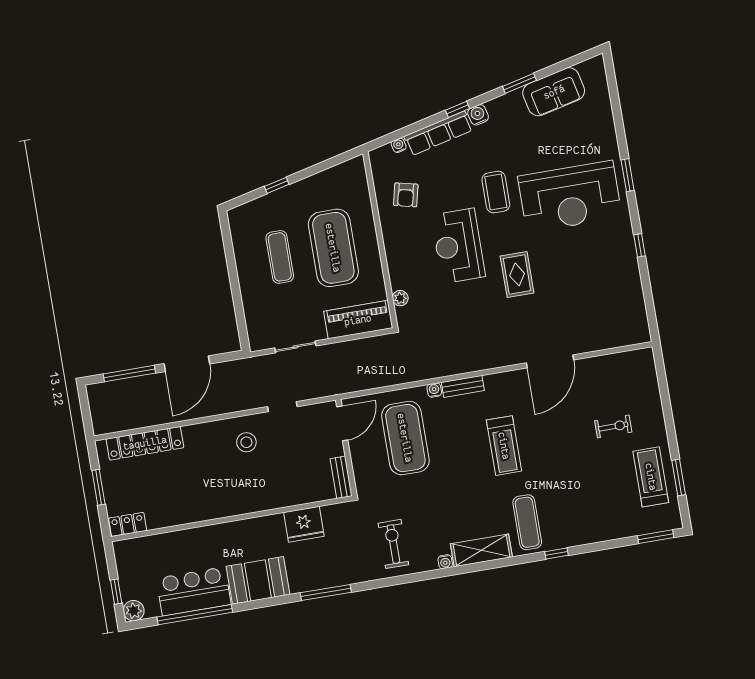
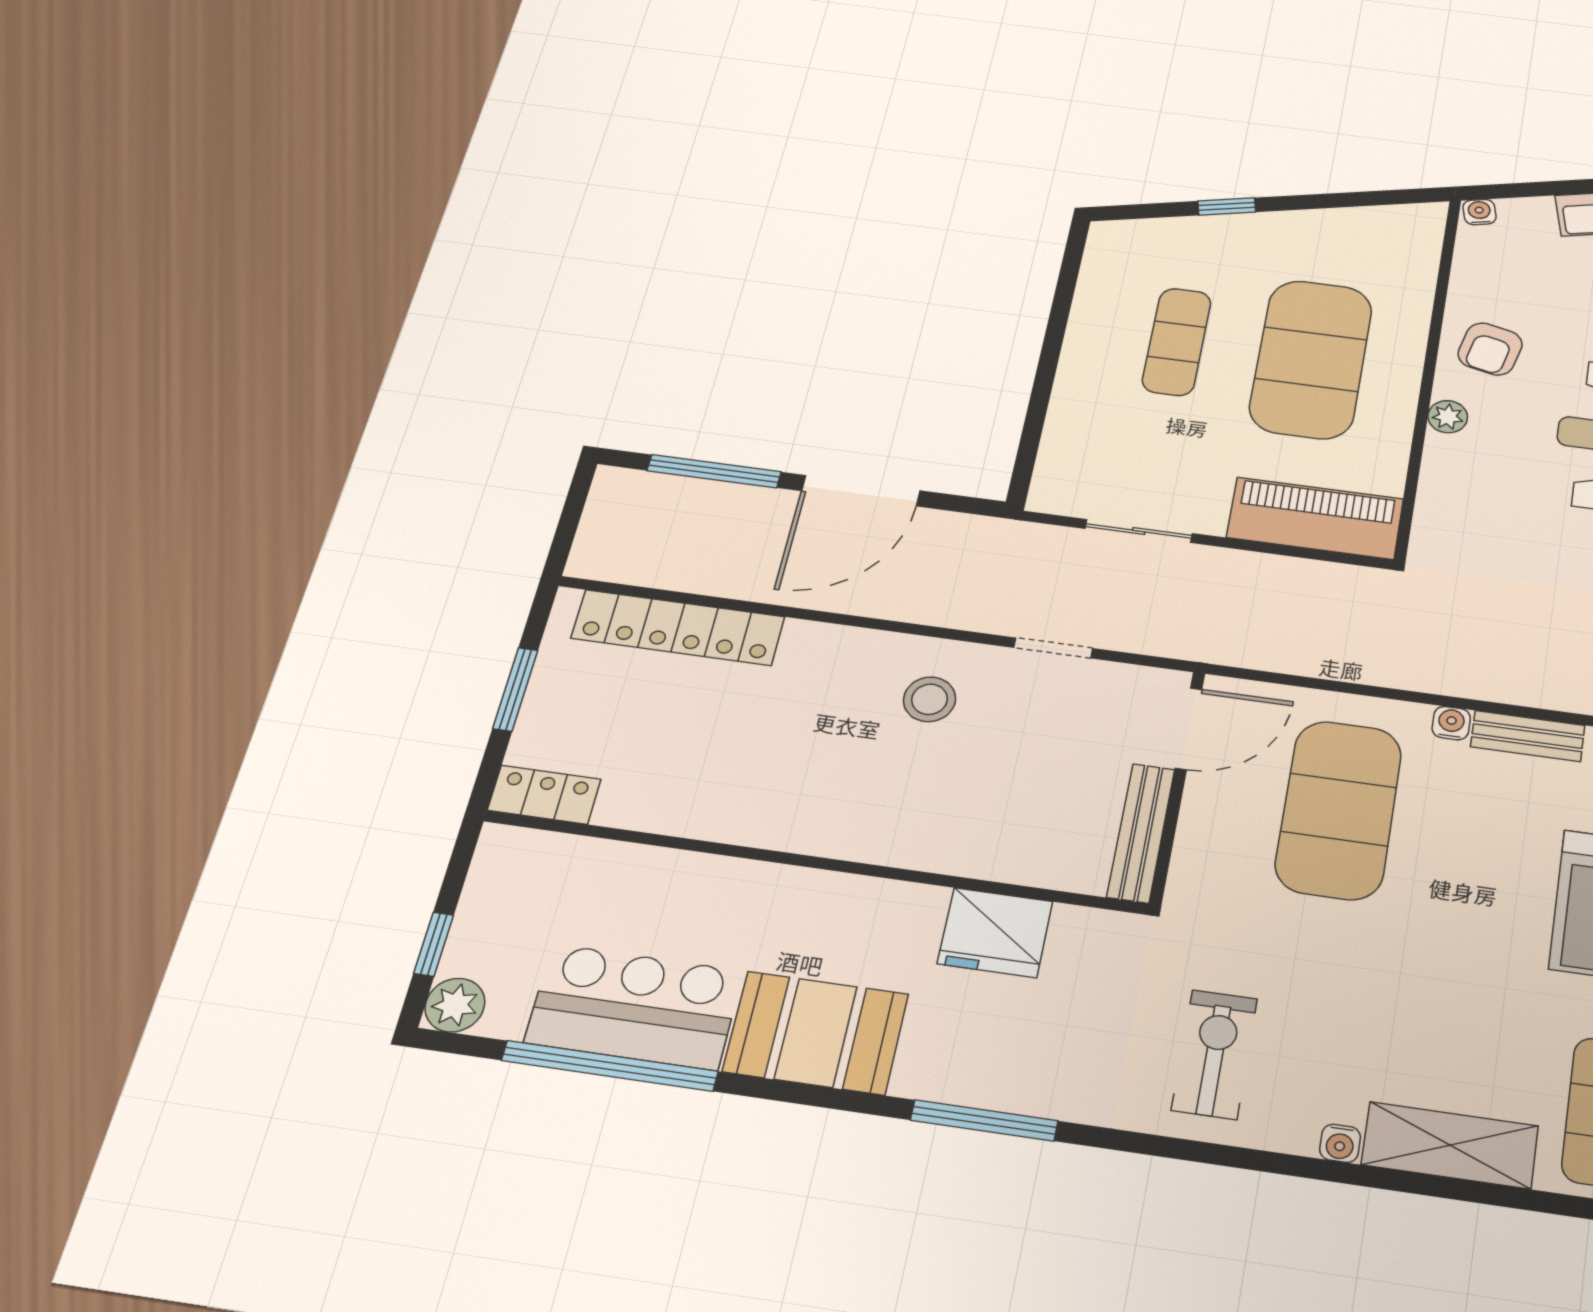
water cooler: (399, 145) -> (1479, 212), moved
armchair: (406, 195) -> (1490, 349), moved
plant: (400, 298) -> (1448, 417), moved
bench: (341, 477) -> (1141, 833), width x1.36

